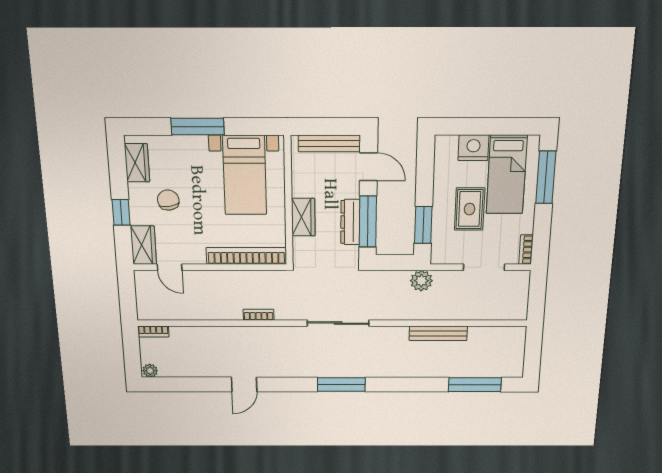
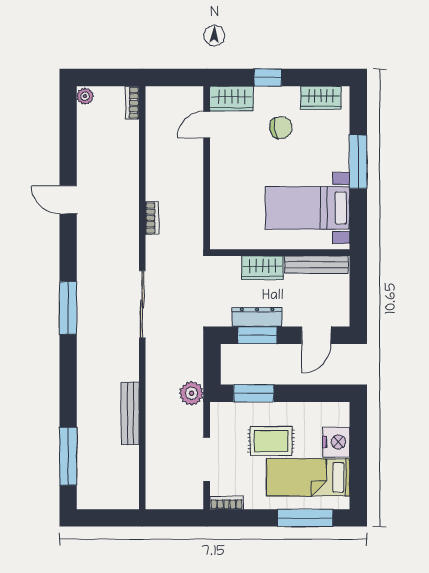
bench: (329, 143) -> (316, 265), moved, turned 90
window: (368, 222) -> (257, 335), width x0.69
bookcase: (246, 256) -> (220, 207), removed

